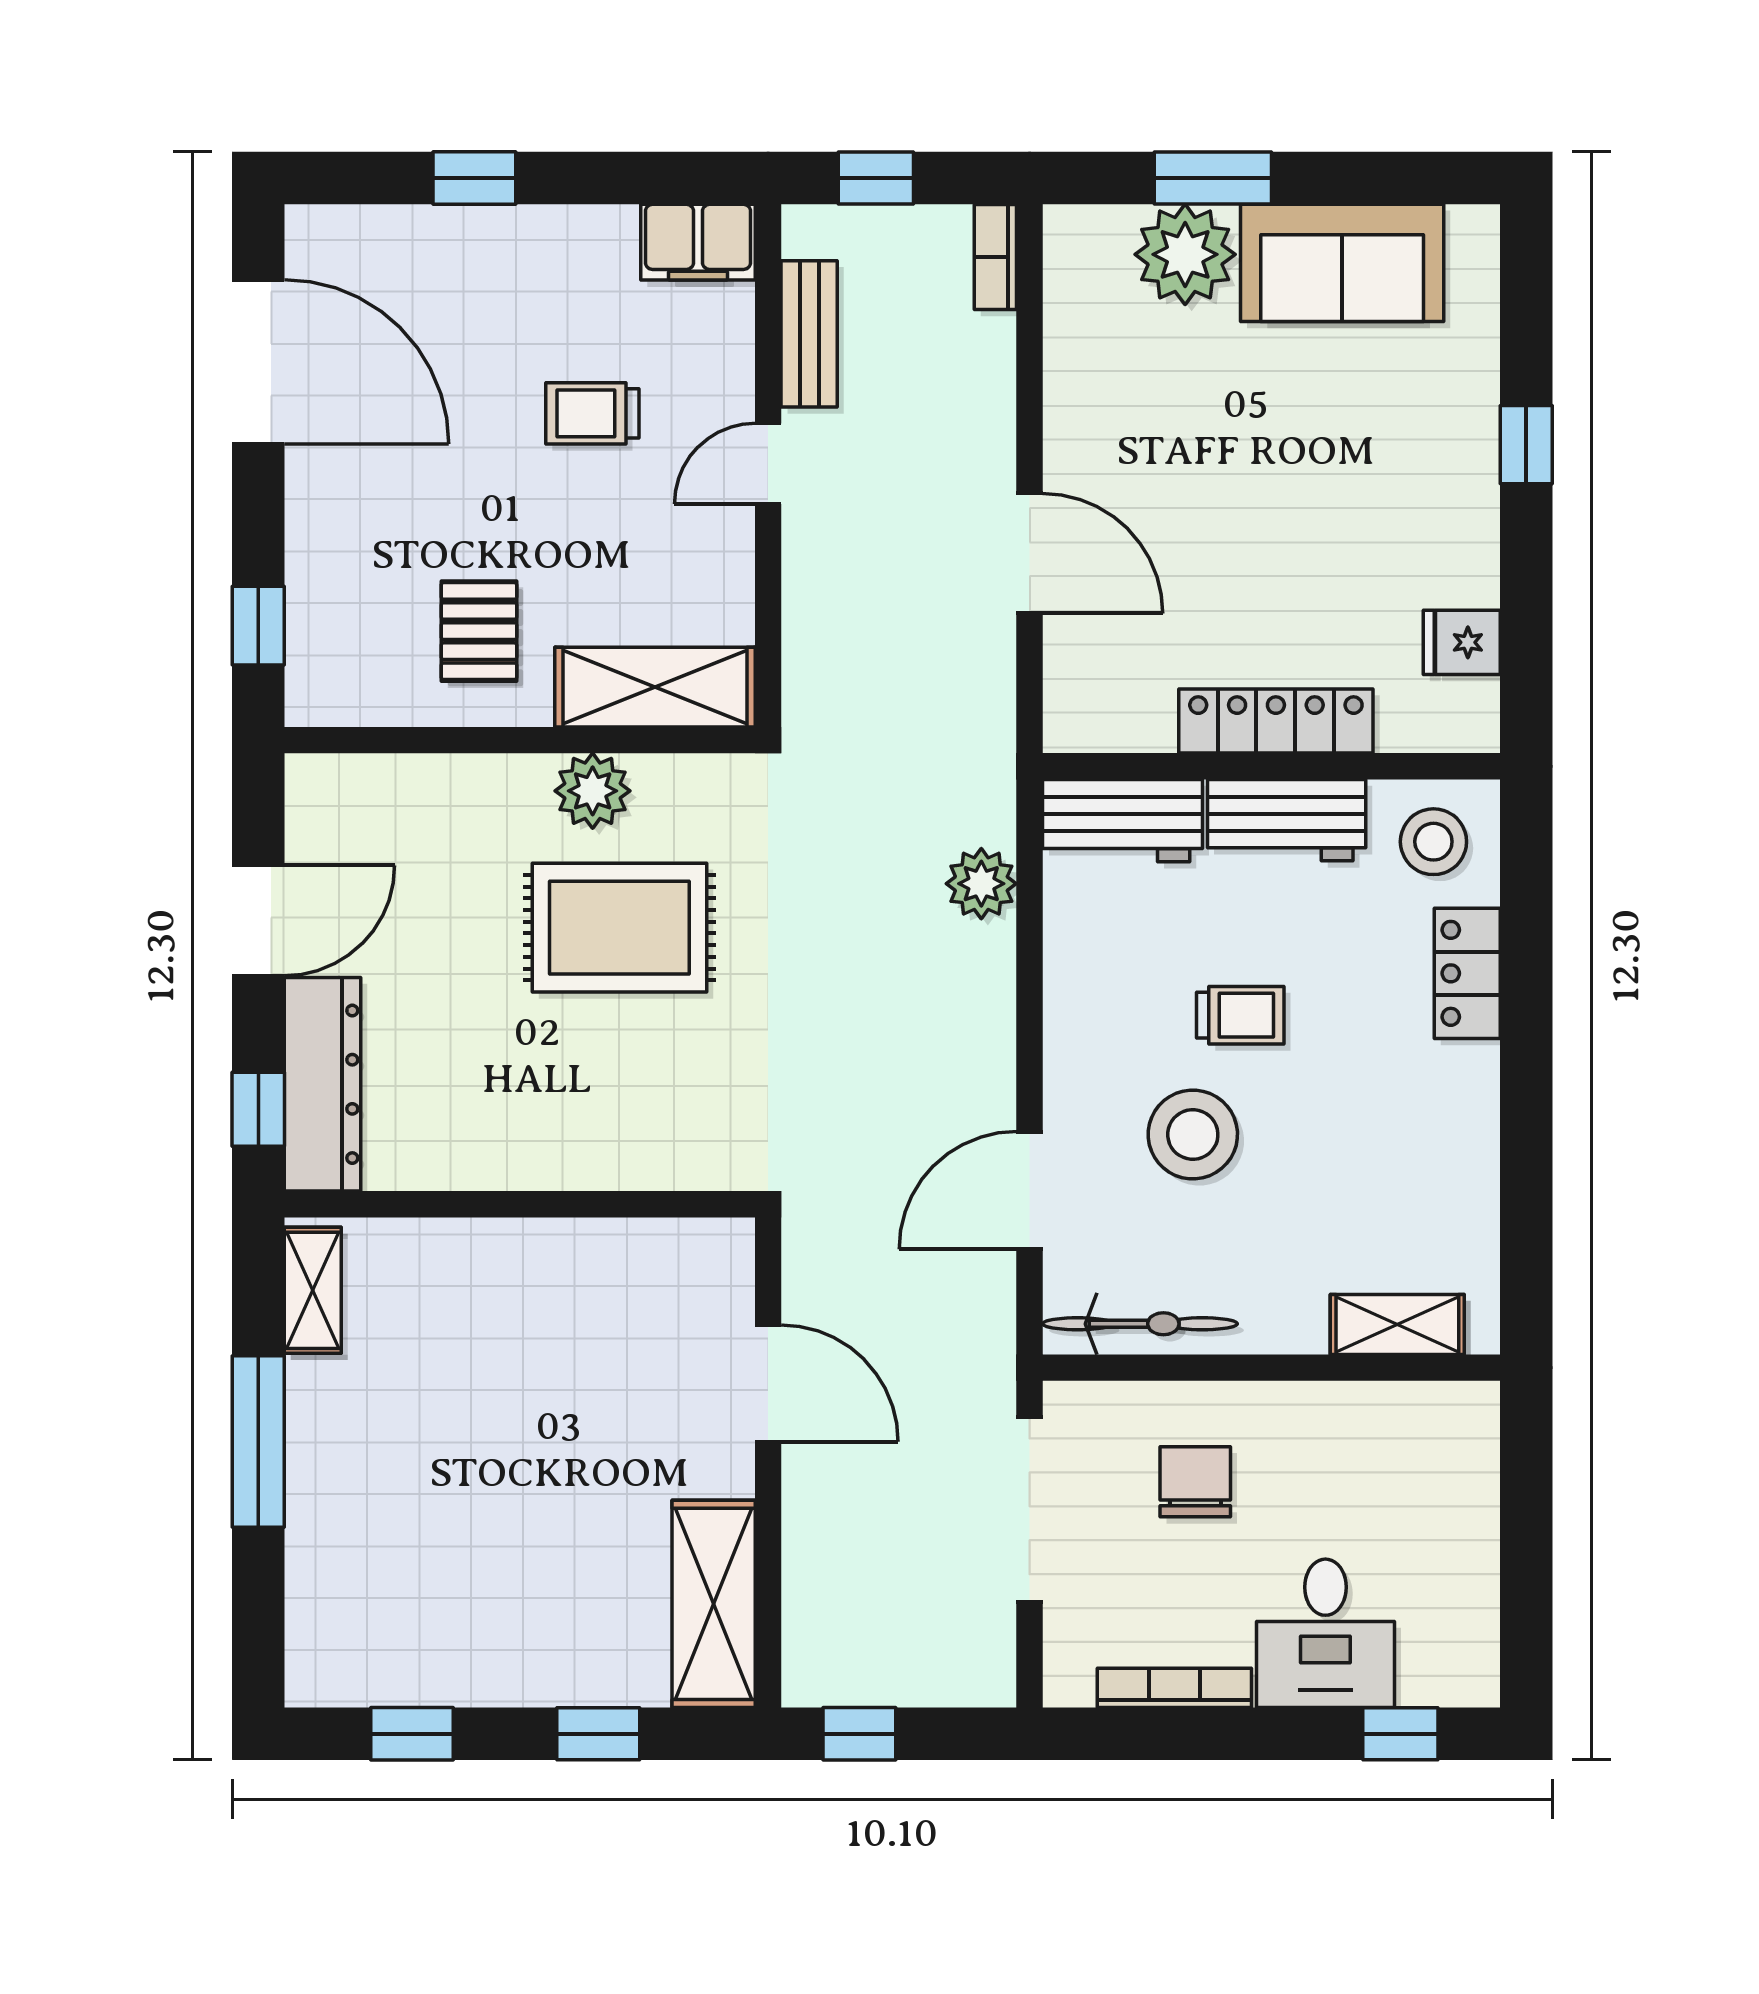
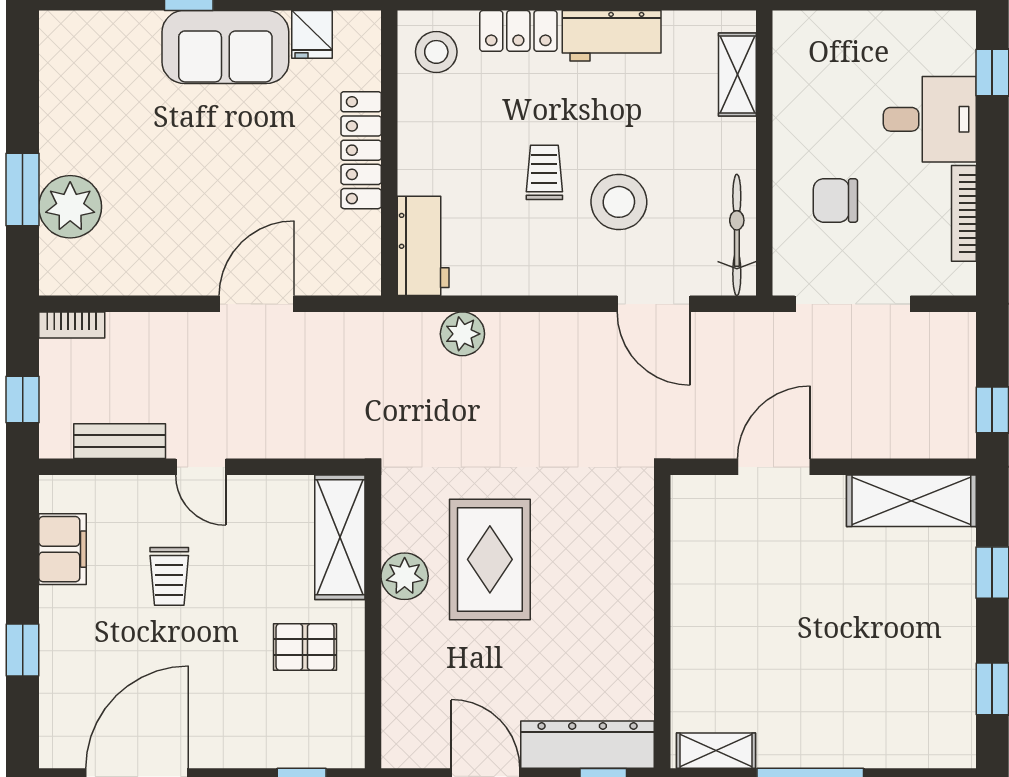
filing cabinet: (698, 242) -> (63, 549), moved
sofa: (1342, 263) -> (225, 47), moved, turned 90
workbench: (1287, 820) -> (612, 36), moved, turned 90

